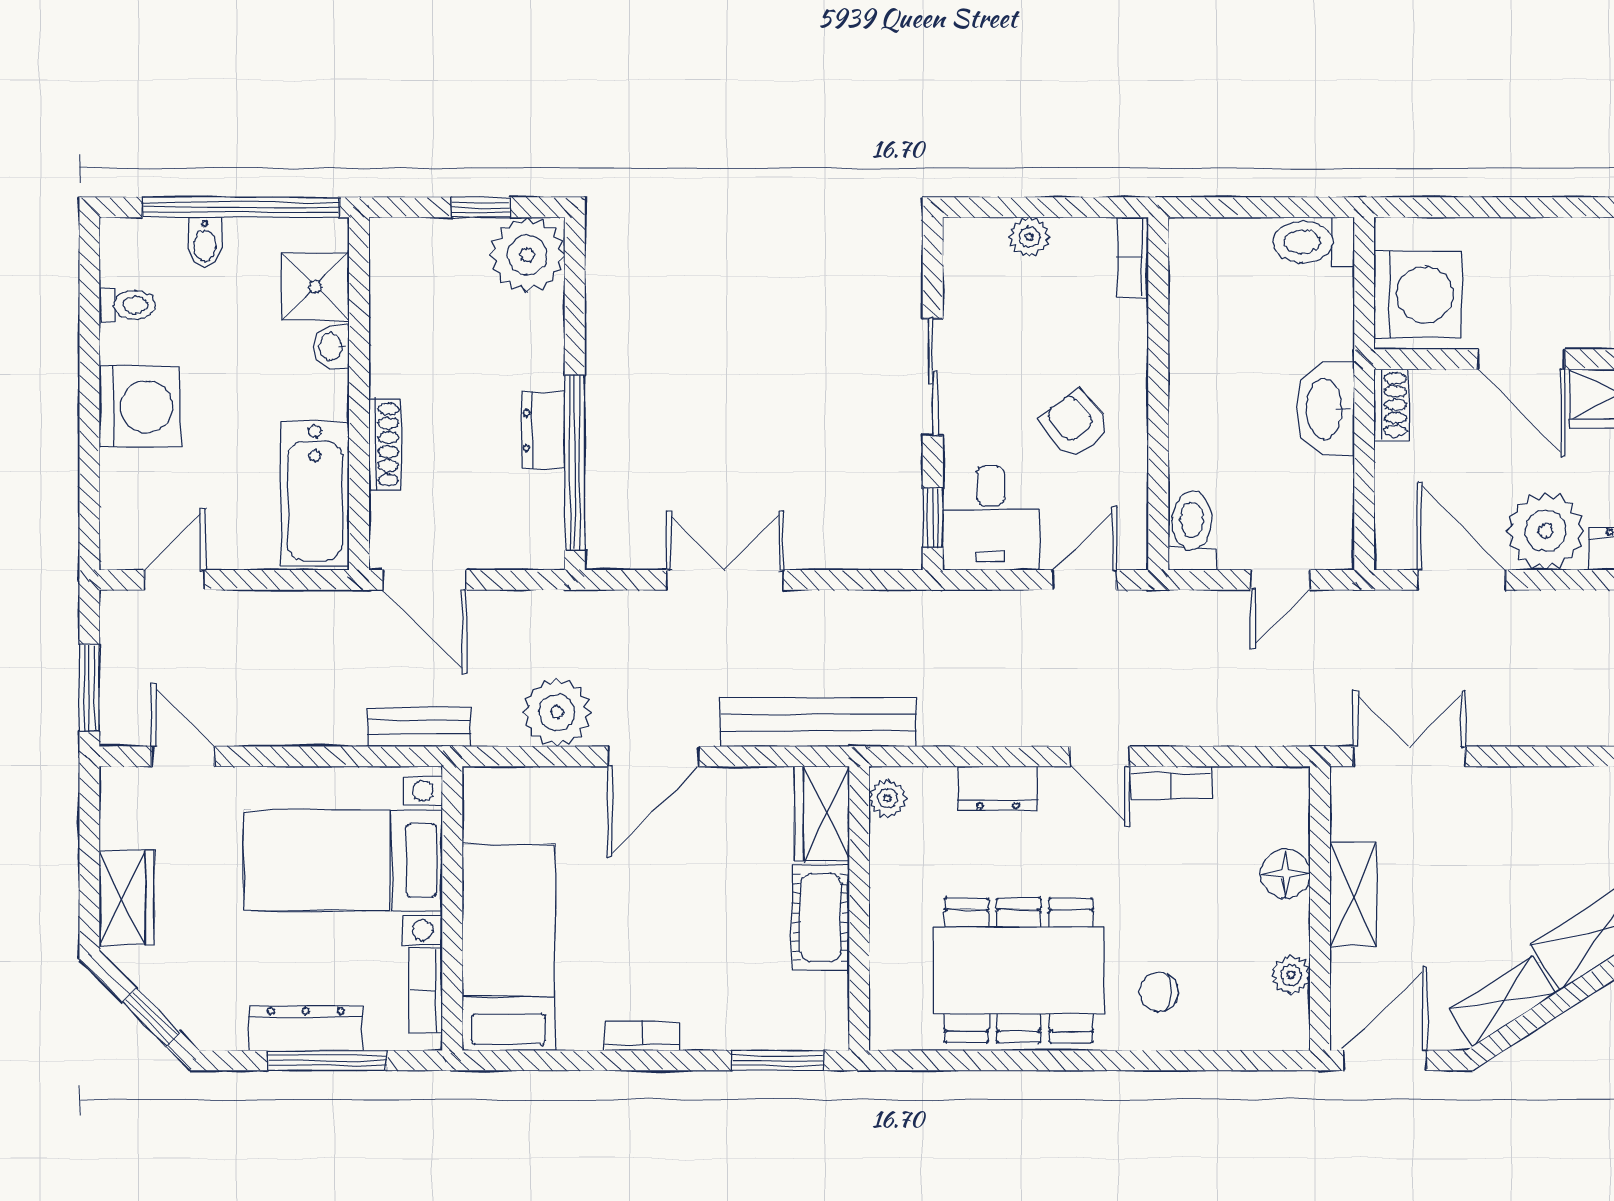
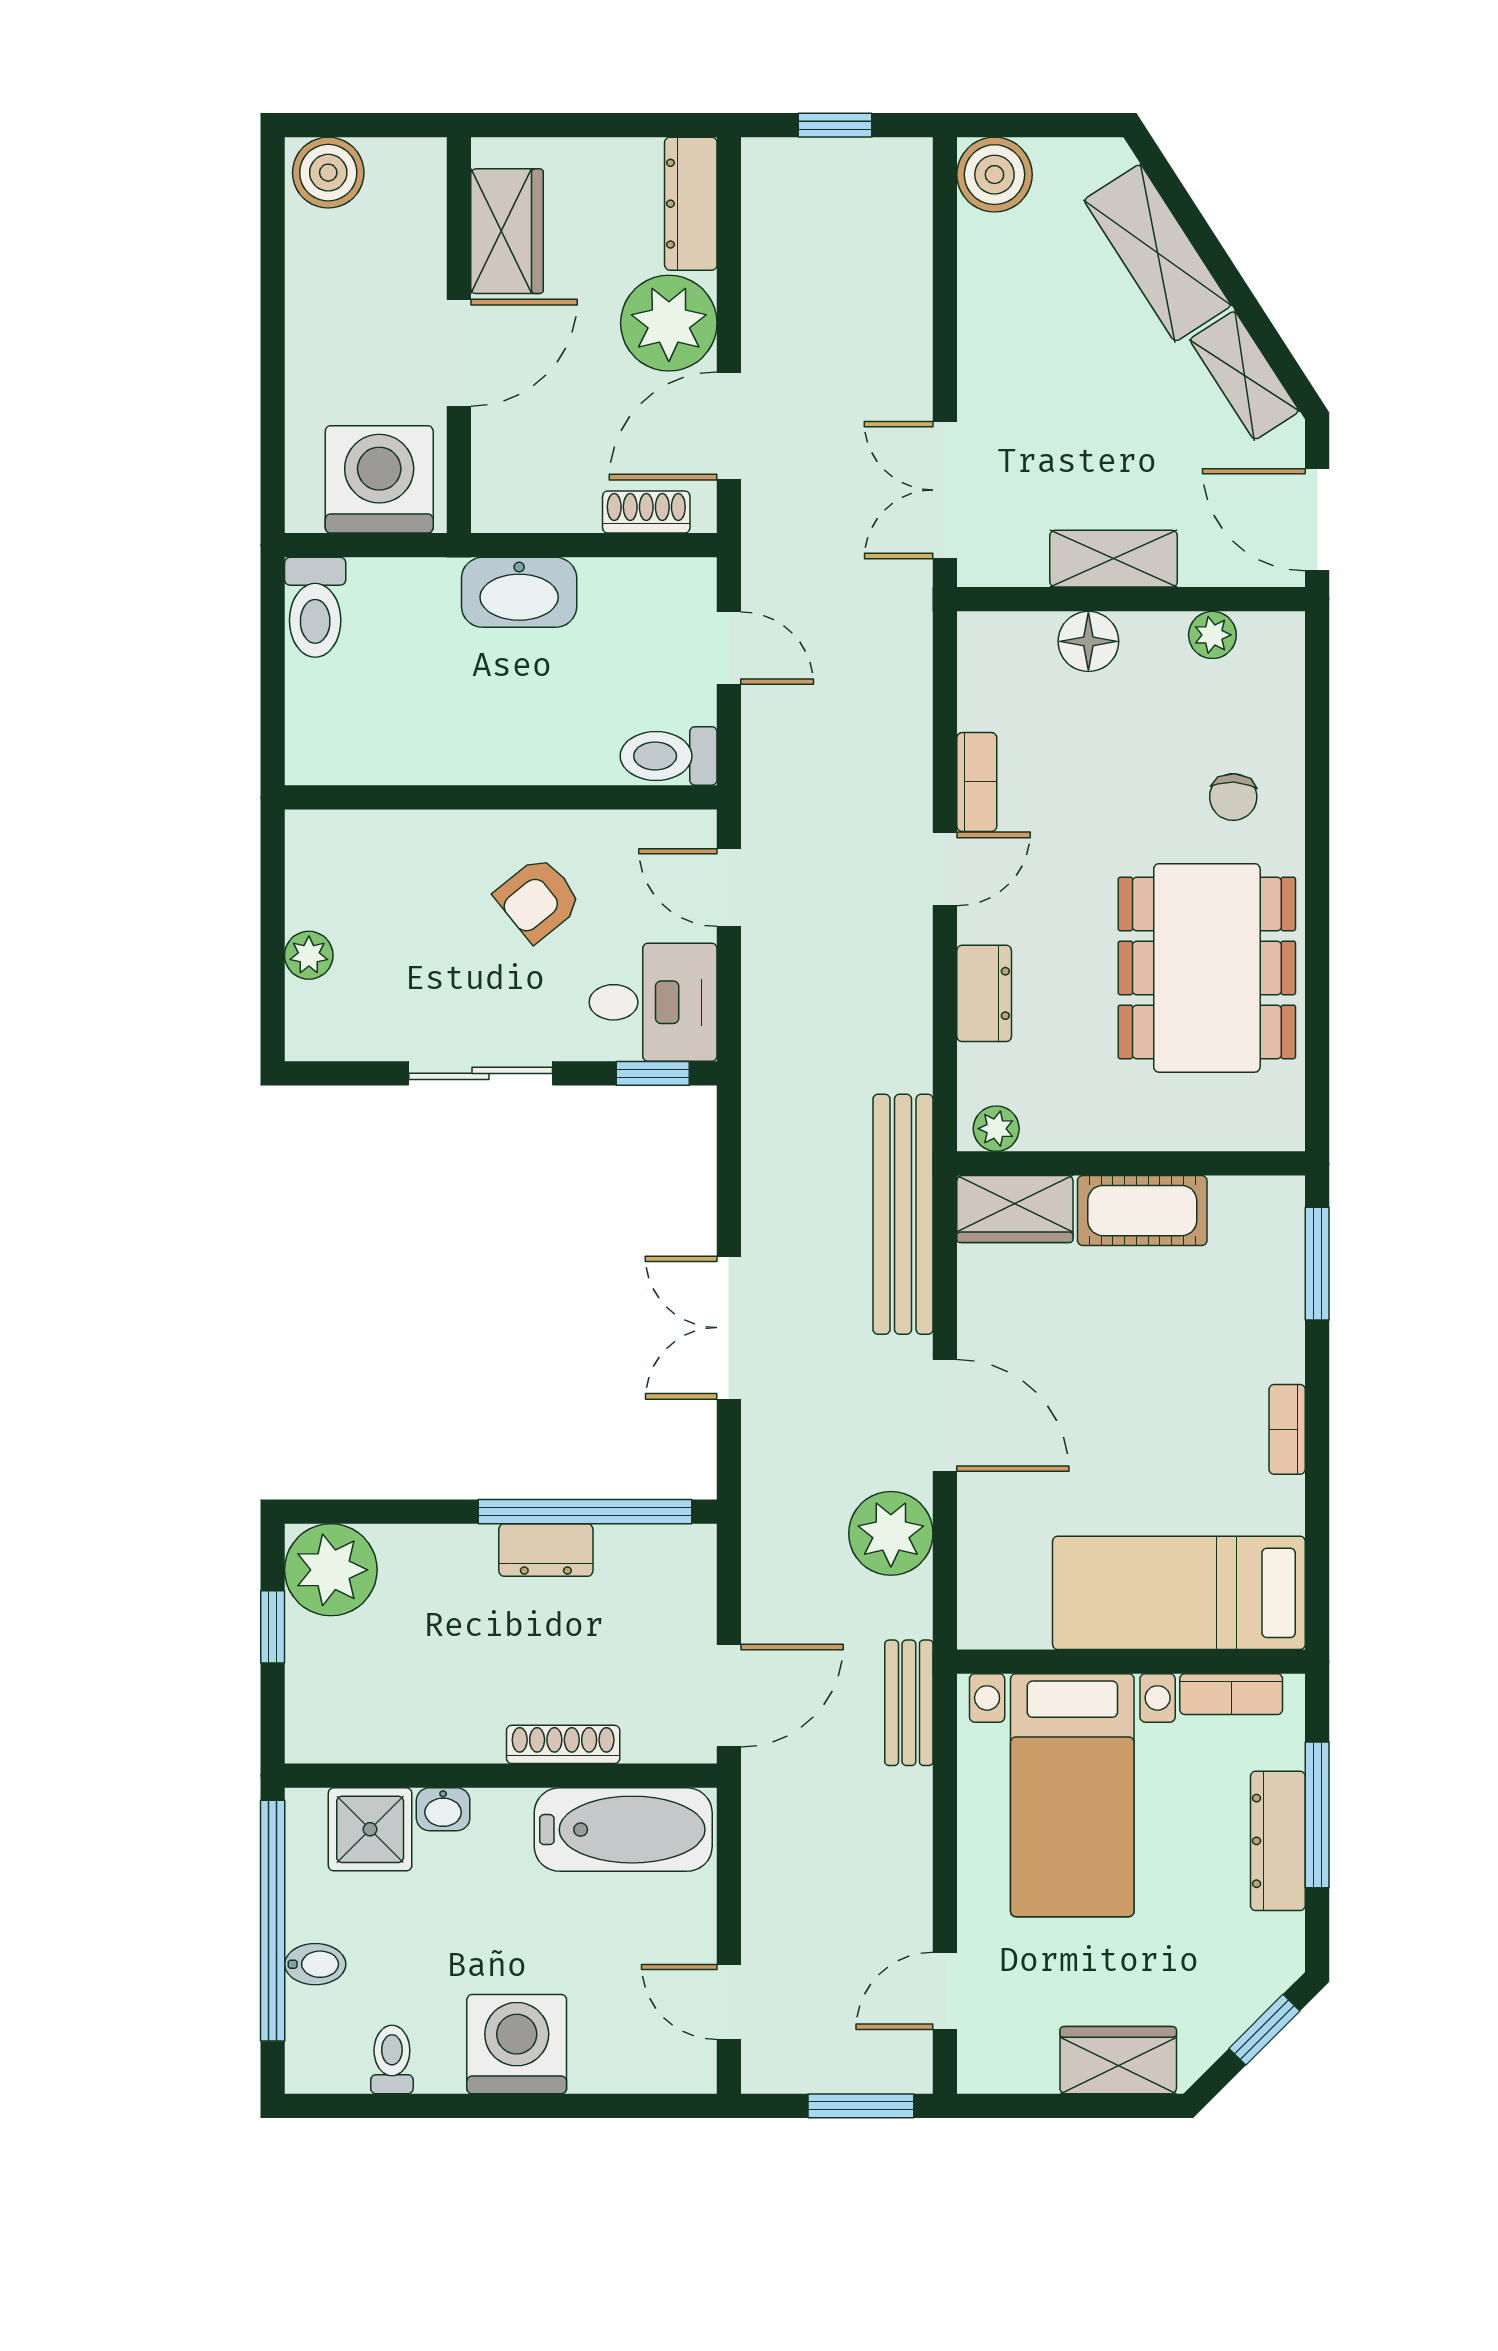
bookcase: (1133, 257) -> (333, 829), removed
shoe rack: (1391, 405) -> (646, 512), moved

